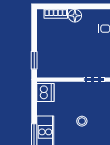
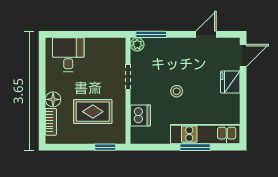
rug: (65, 50) -> (93, 112), added
dishwasher: (45, 92) -> (140, 115), moved, turned 90

